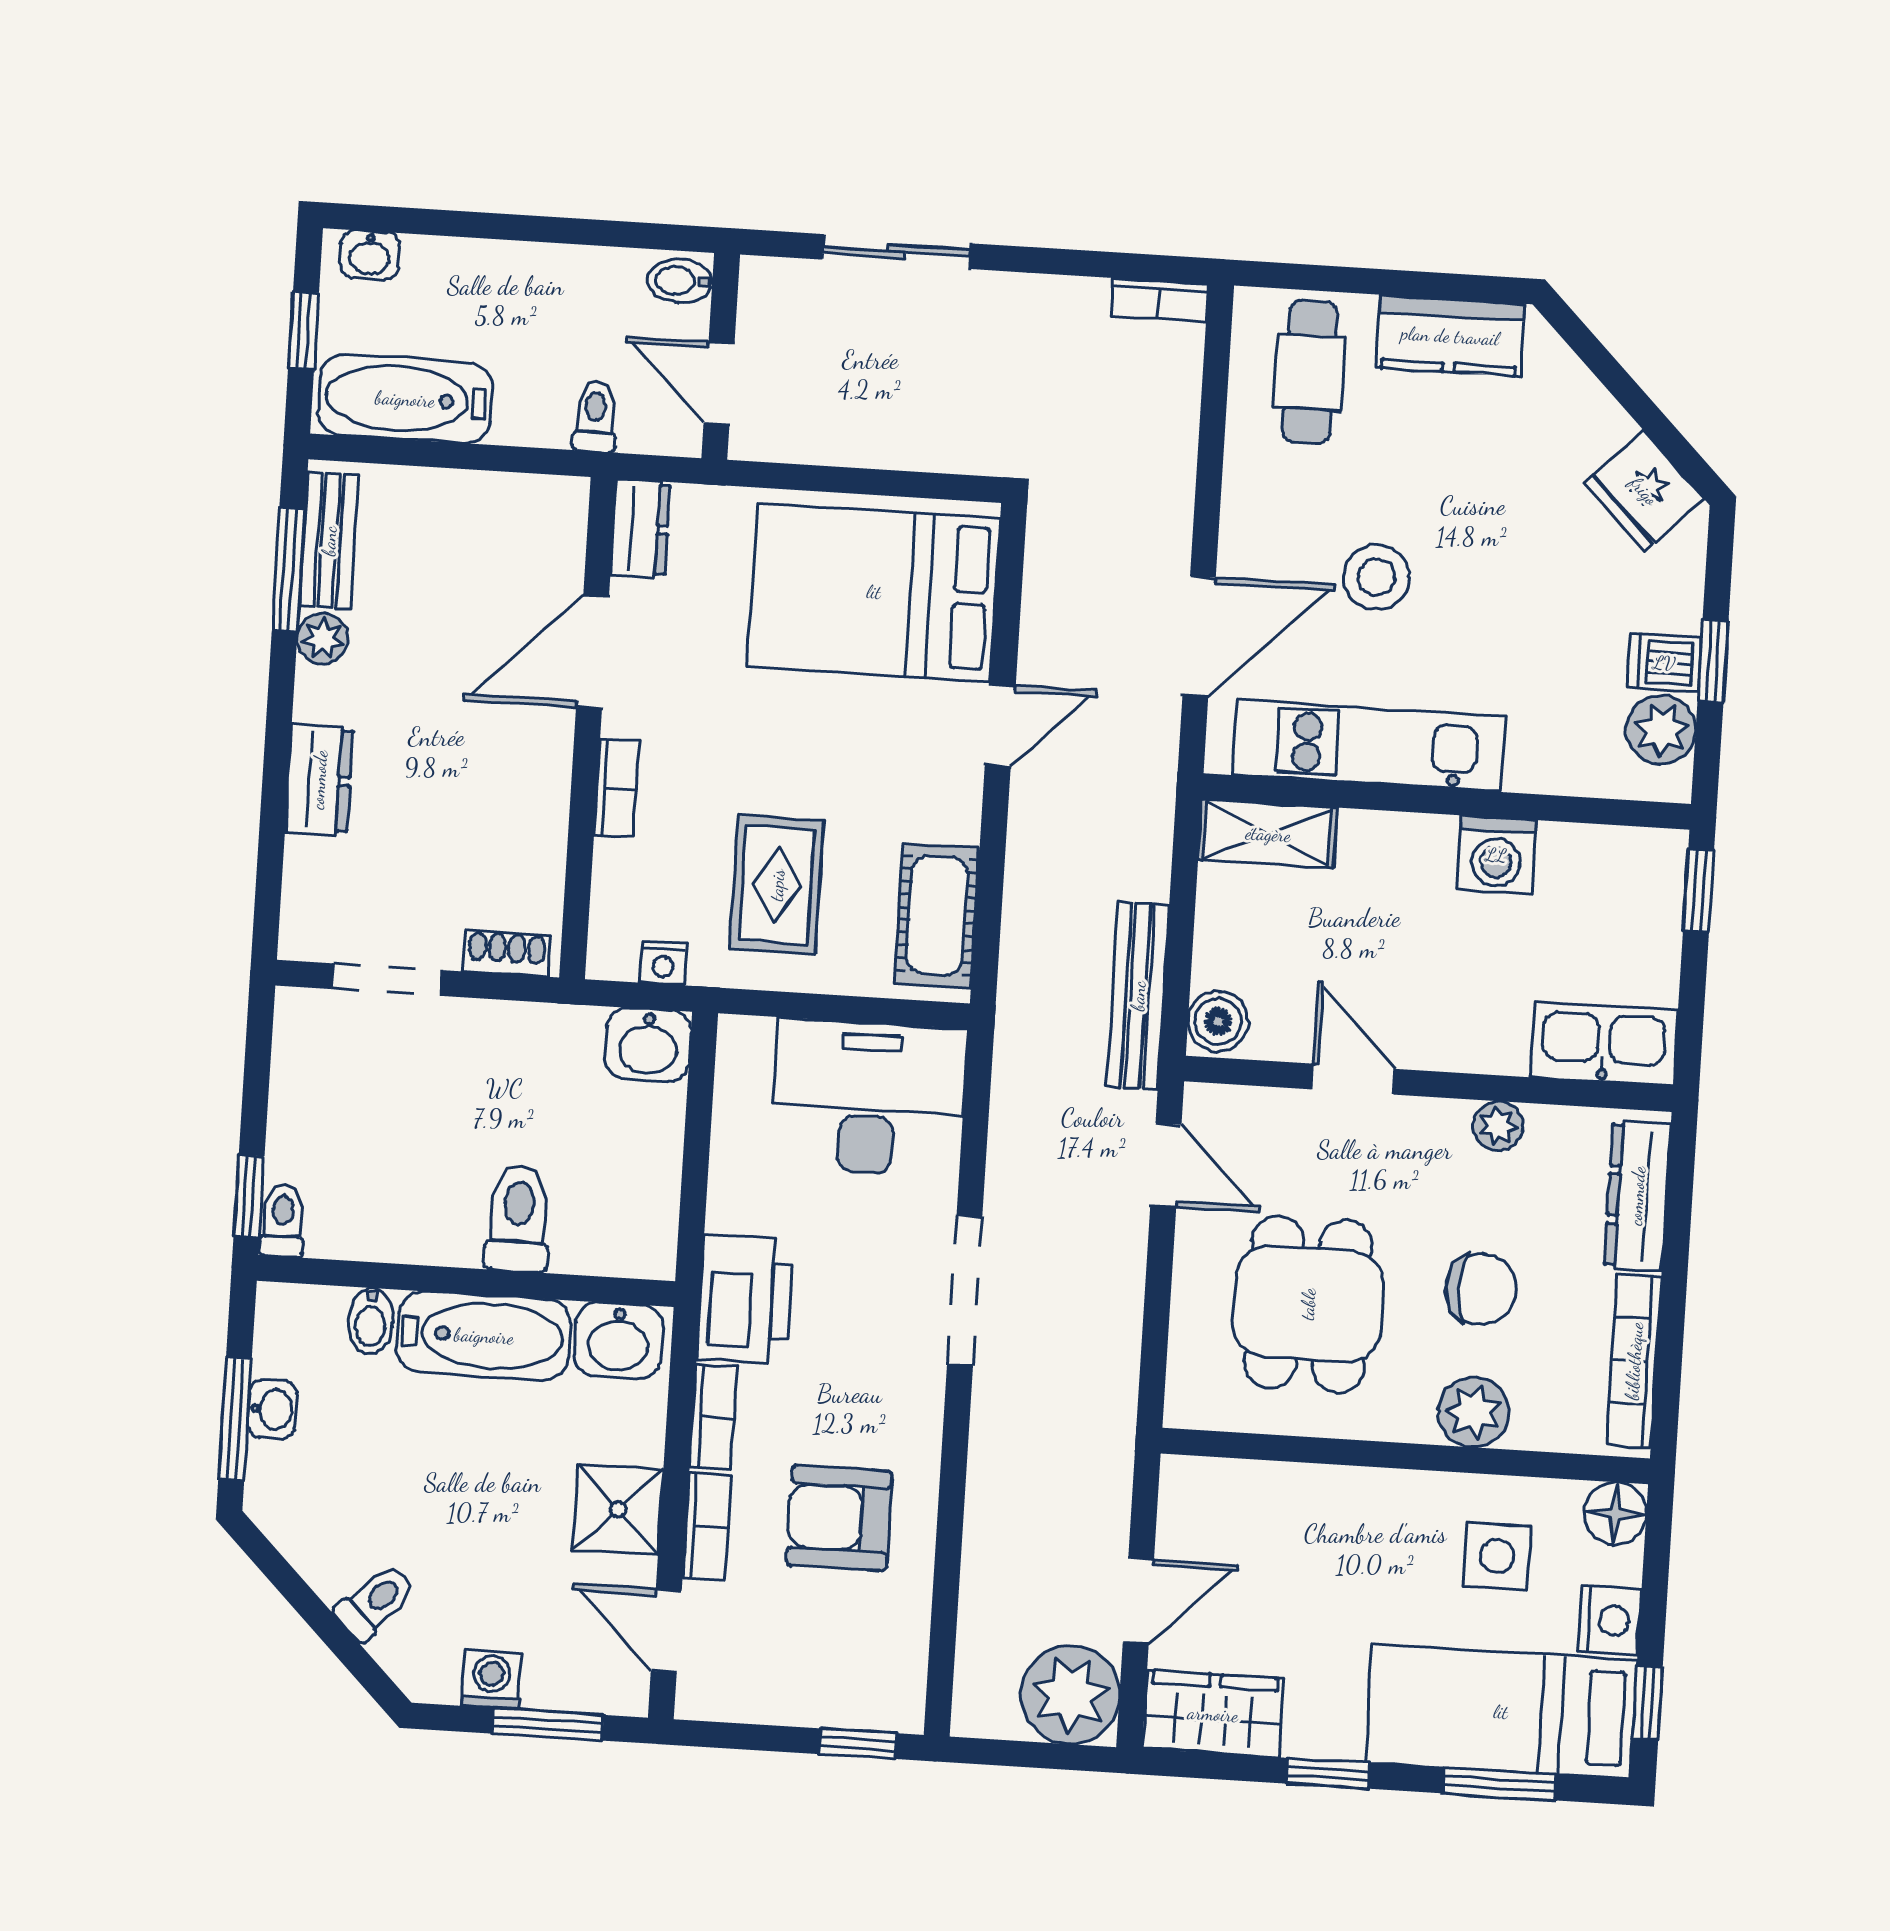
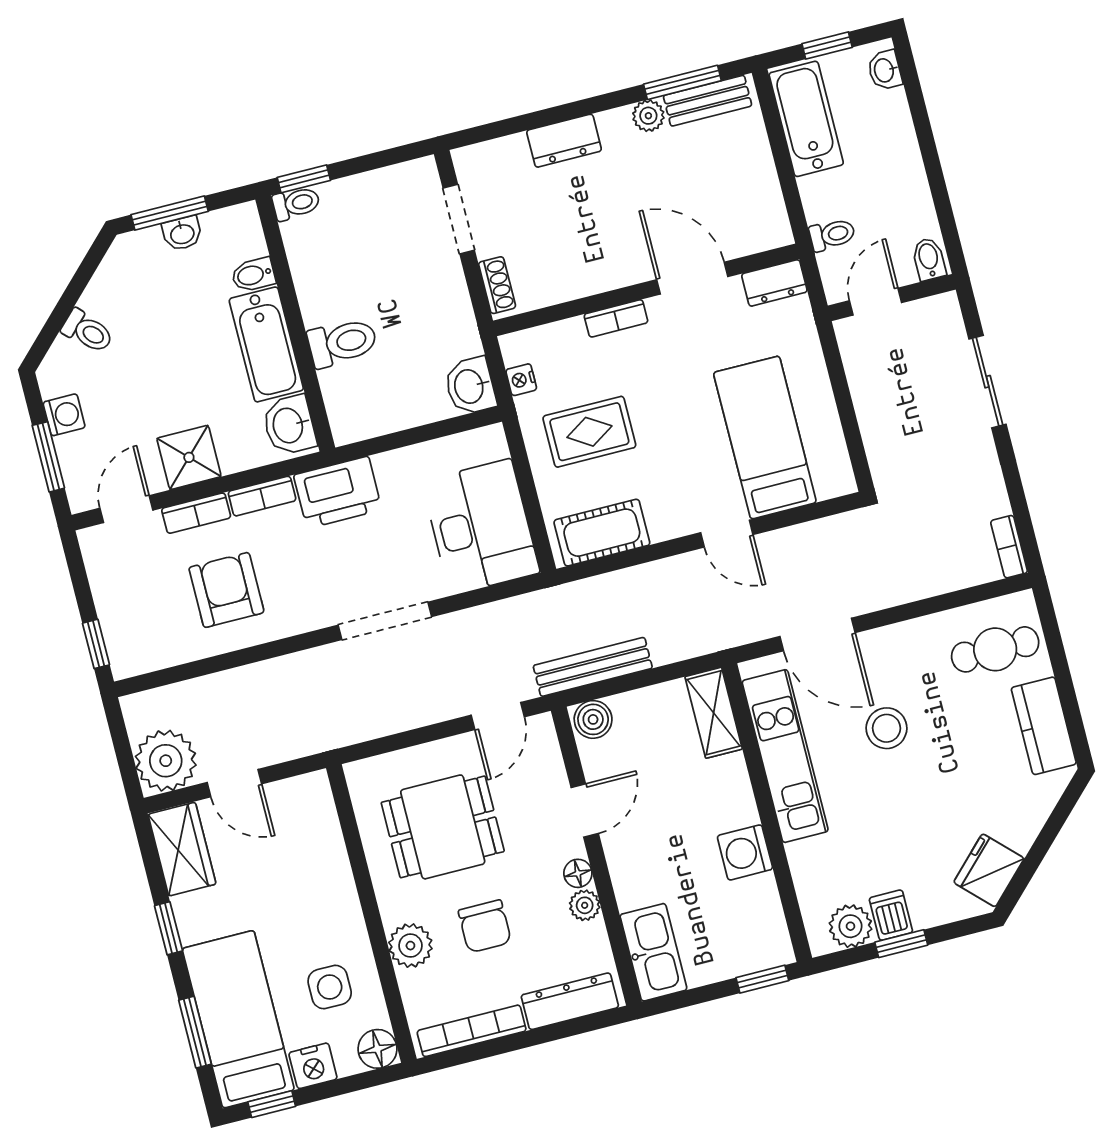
bed: (874, 592) -> (765, 438), width x0.67
floor lamp: (1446, 1120) -> (578, 873), added

